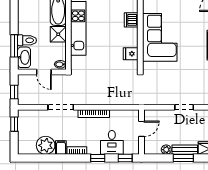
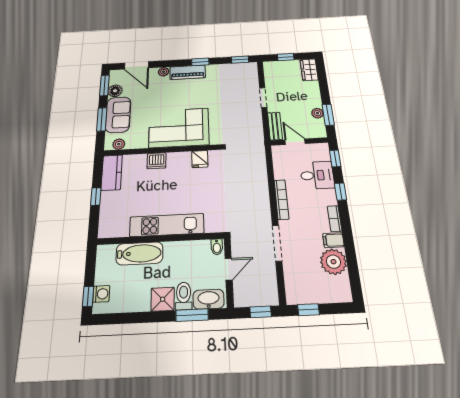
shower: (58, 34) -> (163, 299), moved
bench: (185, 150) -> (275, 126), moved
window: (183, 158) -> (328, 115), moved

